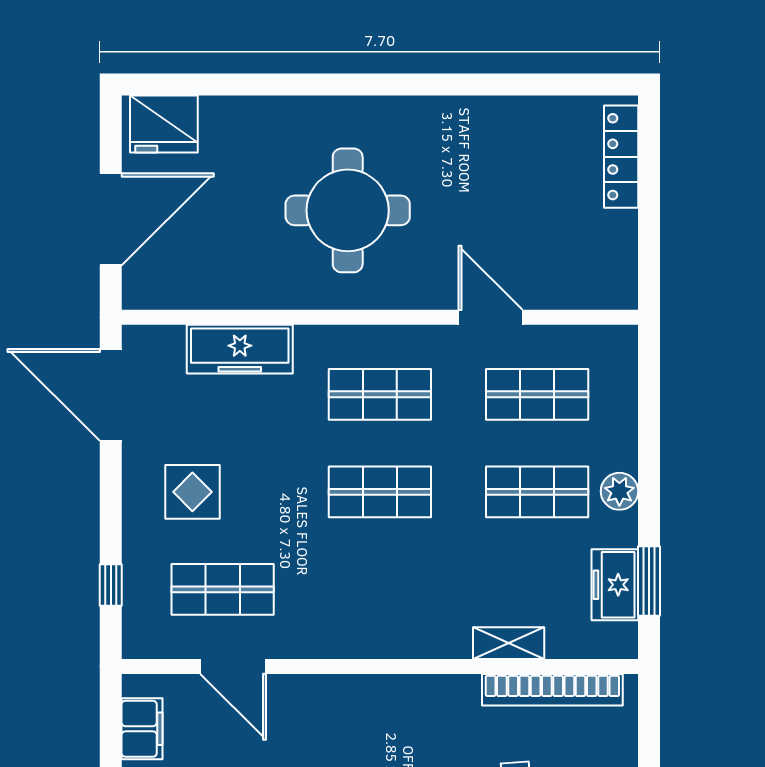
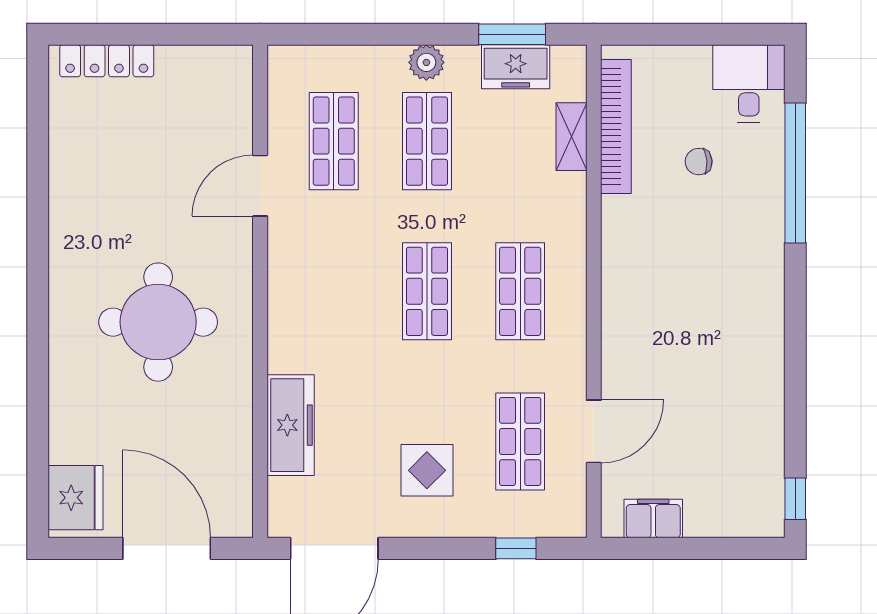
shop shelf: (380, 394) -> (520, 291), moved
shelving: (509, 643) -> (571, 137), moved

